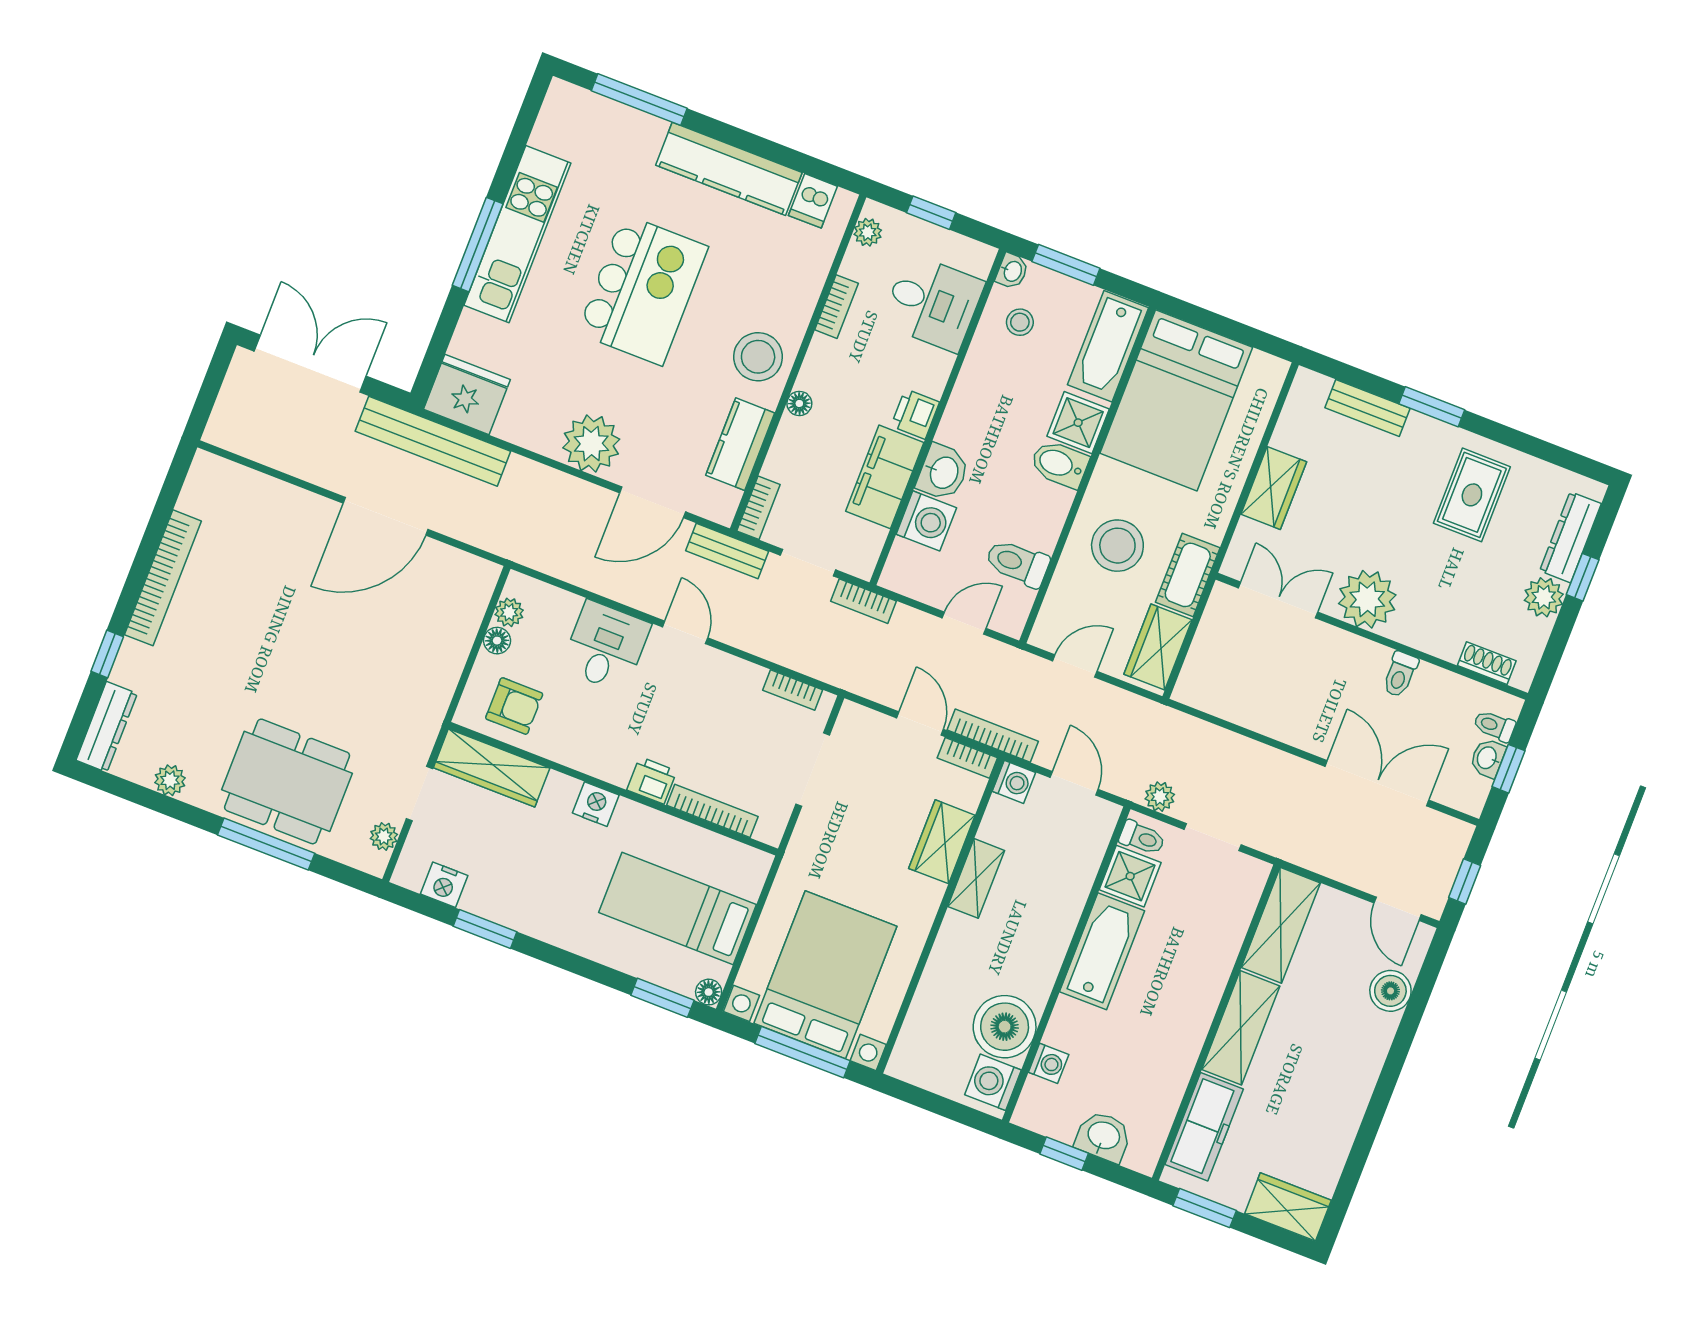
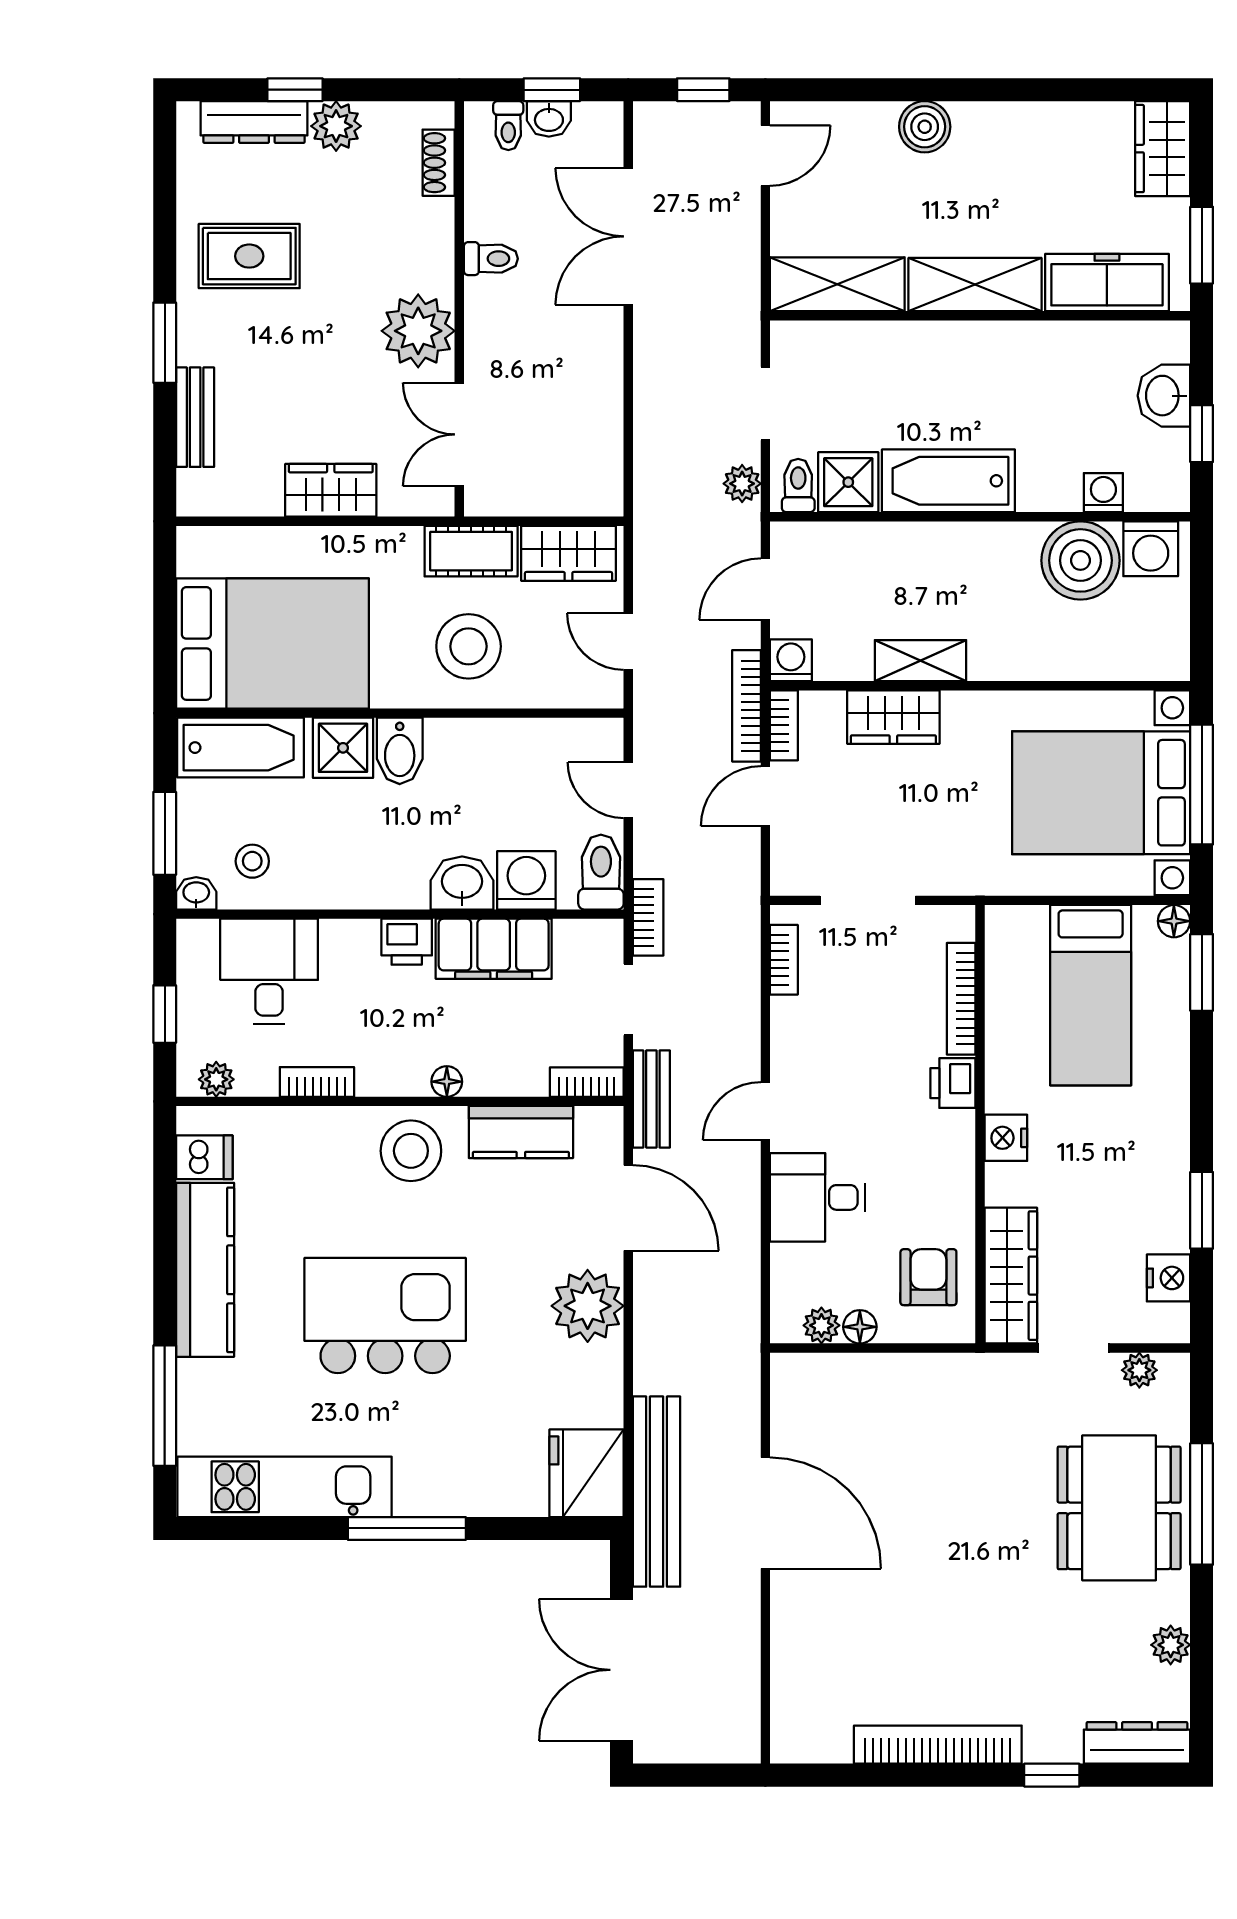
kitchen unit: (517, 234) -> (285, 1487), moved
toilet: (1017, 563) -> (601, 872), moved, turned 180
boiler: (1390, 991) -> (925, 127), moved

